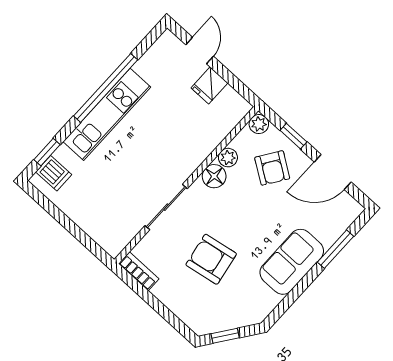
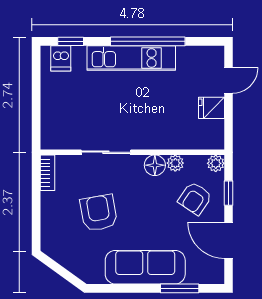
sofa: (292, 262) -> (145, 267), width x1.36
window: (225, 336) -> (57, 268), removed

